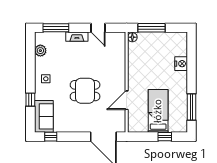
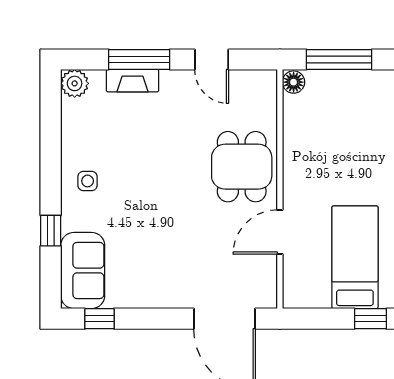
window: (56, 28) -> (139, 60), moved
fireplace: (77, 37) -> (133, 81), moved
plant: (40, 51) -> (75, 83), moved
dining table: (85, 91) -> (242, 167), moved, turned 90

